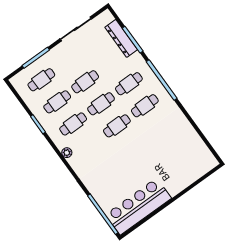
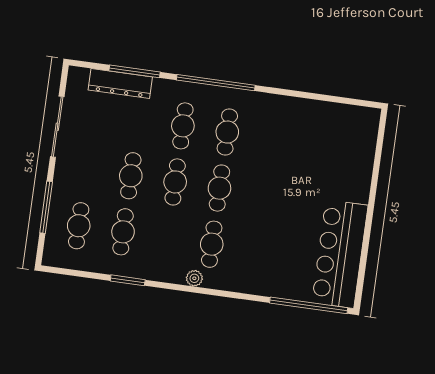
cafe table: (73, 124) -> (212, 244), moved

